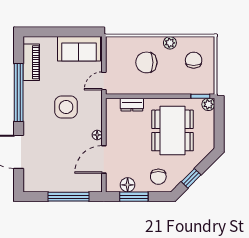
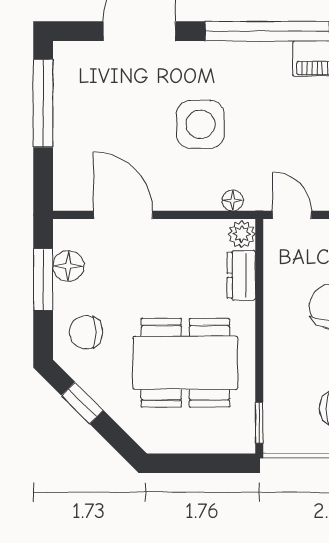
plant: (208, 104) -> (242, 234), moved
side table: (66, 107) -> (200, 124), moved
floor lamp: (97, 135) -> (233, 200), moved
window: (68, 197) -> (43, 103), moved

